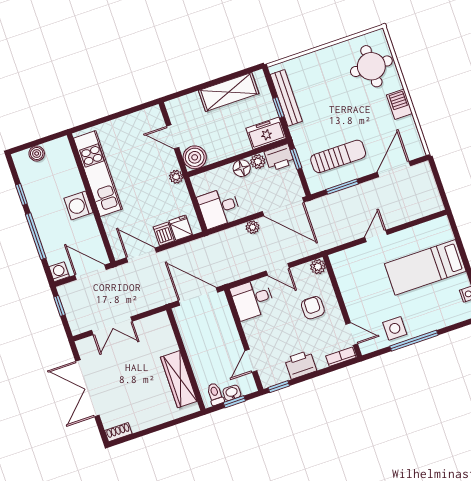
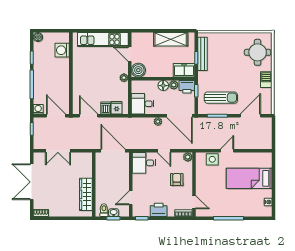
boiler: (37, 154) -> (38, 37), moved
kitchen unit: (98, 174) -> (103, 40), moved, turned 90
washing machine: (78, 205) -> (62, 50), moved
side table: (395, 328) -> (212, 159), moved

